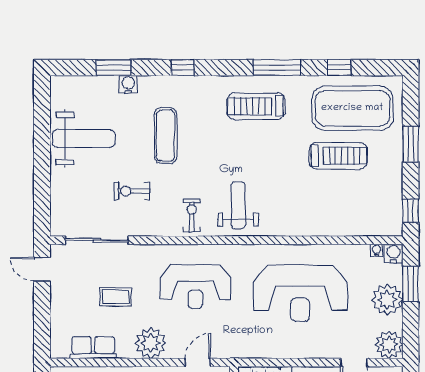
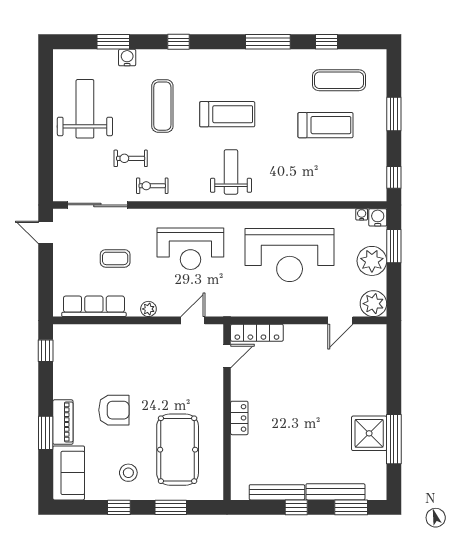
treadmill: (256, 106) -> (227, 114), moved, turned 180
exercise mat: (352, 108) -> (339, 80), width x0.50, depth x0.69
weight bench: (84, 139) -> (85, 109), turned -90
exercise bike: (192, 215) -> (152, 186), moved, turned -90
plant: (151, 343) -> (148, 309), width x0.53, depth x0.53
row of seats: (93, 348) -> (94, 306), width x1.48

